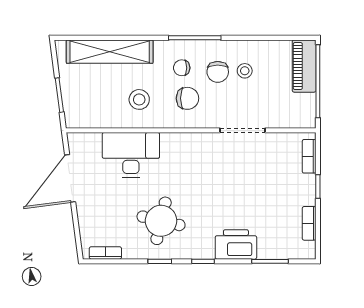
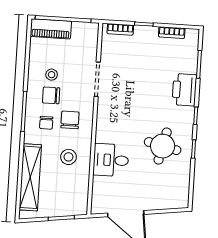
chair: (218, 72) -> (51, 95), turned 180
desk: (131, 155) -> (111, 160), width x0.73
bookcase: (105, 253) -> (185, 190), removed

